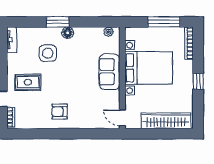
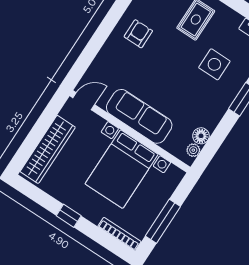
floor lamp: (68, 33) -> (201, 136), moved
sofa: (109, 72) -> (139, 116), width x1.36

